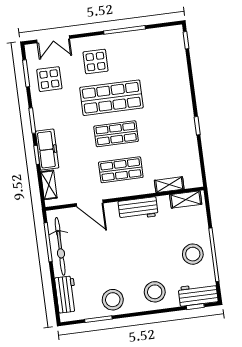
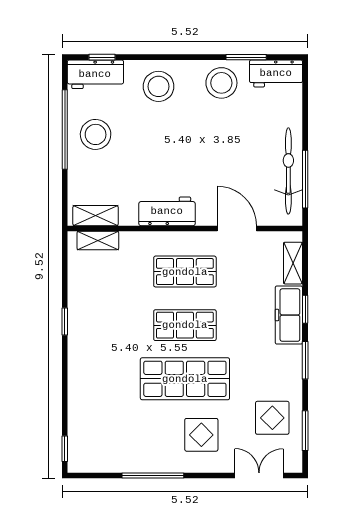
shelving: (169, 185) -> (98, 240), moved
workbench: (66, 294) -> (276, 73), moved, turned -90

